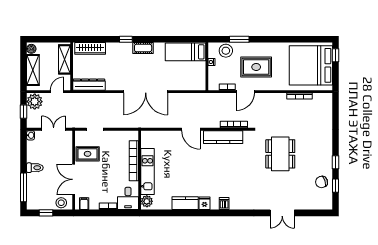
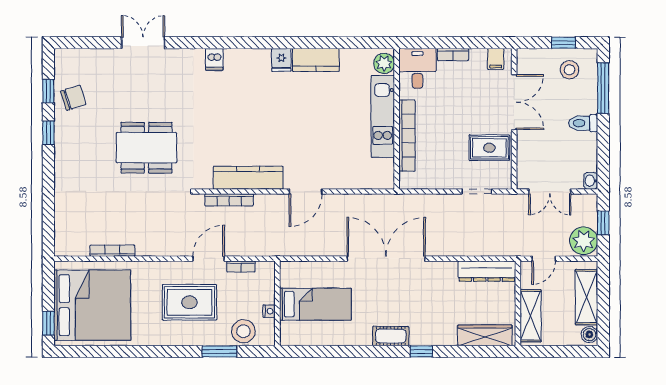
bed: (185, 52) -> (315, 304), moved
door: (191, 129) -> (306, 191), swing flipped
dining table: (280, 154) -> (146, 148), turned 90
stool: (61, 203) -> (569, 70), moved
dishwasher: (224, 204) -> (214, 59), moved

